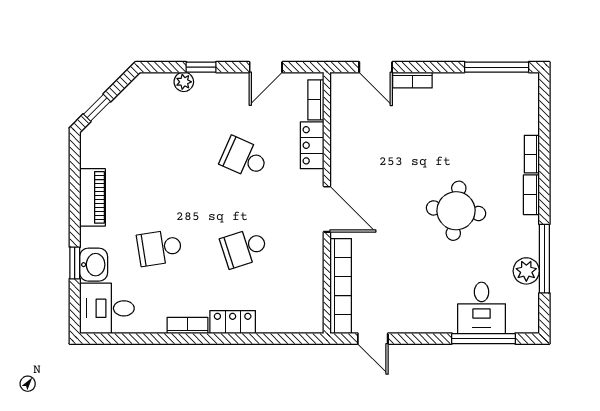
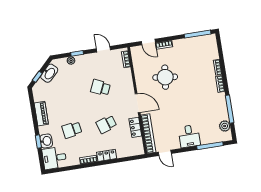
door: (266, 67) -> (103, 49), swing flipped
washbasin: (127, 104) -> (49, 73), added
locker: (312, 145) -> (135, 127), moved
round table: (456, 211) -> (165, 77), moved
plant: (526, 271) -> (225, 126), moved
desk: (482, 308) -> (189, 136), moved

